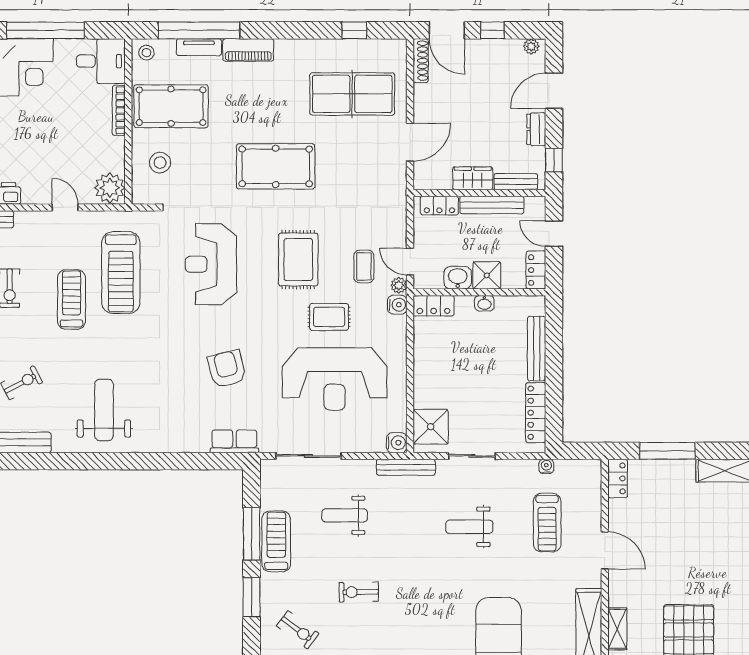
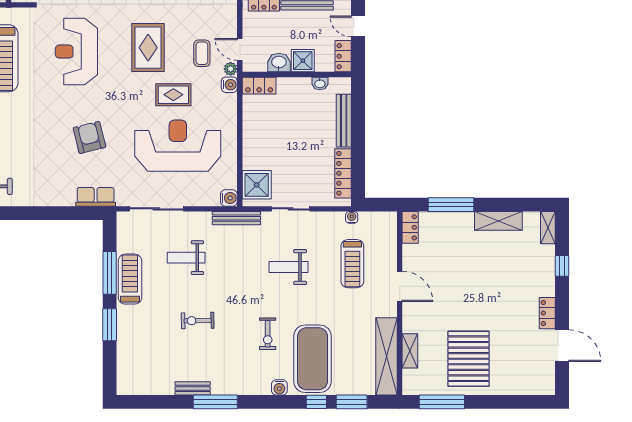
washbasin: (484, 303) -> (320, 83), moved
reception desk: (335, 379) -> (178, 146), turned 180
exercise bike: (298, 630) -> (268, 334), moved, turned 53

